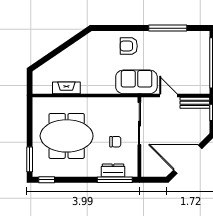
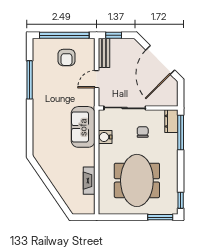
armchair: (129, 46) -> (66, 58), moved
sofa: (136, 82) -> (83, 127), moved
water cooler: (110, 104) -> (105, 137), added
dresser: (113, 170) -> (171, 121), moved

